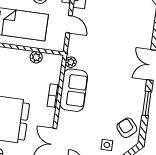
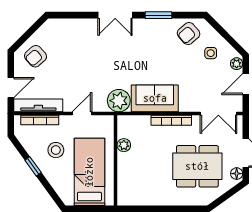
plant: (71, 62) -> (119, 101), width x1.88, depth x1.88
bookcase: (53, 96) -> (171, 120), width x1.56

